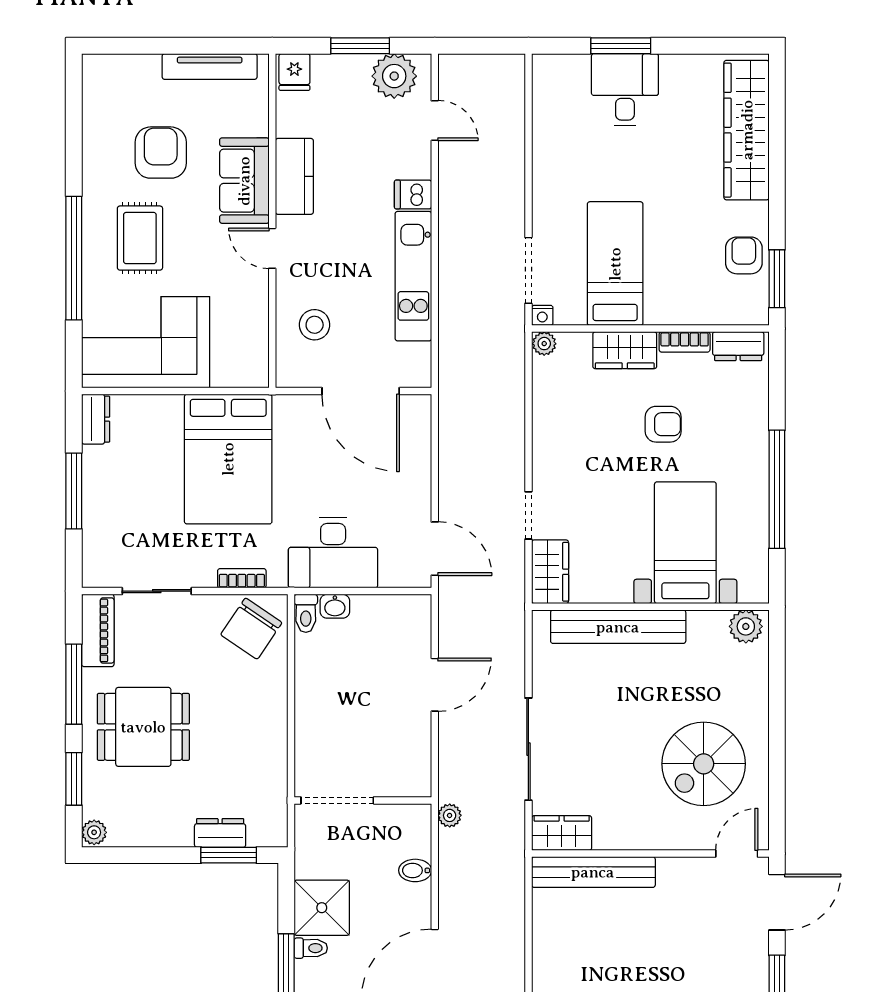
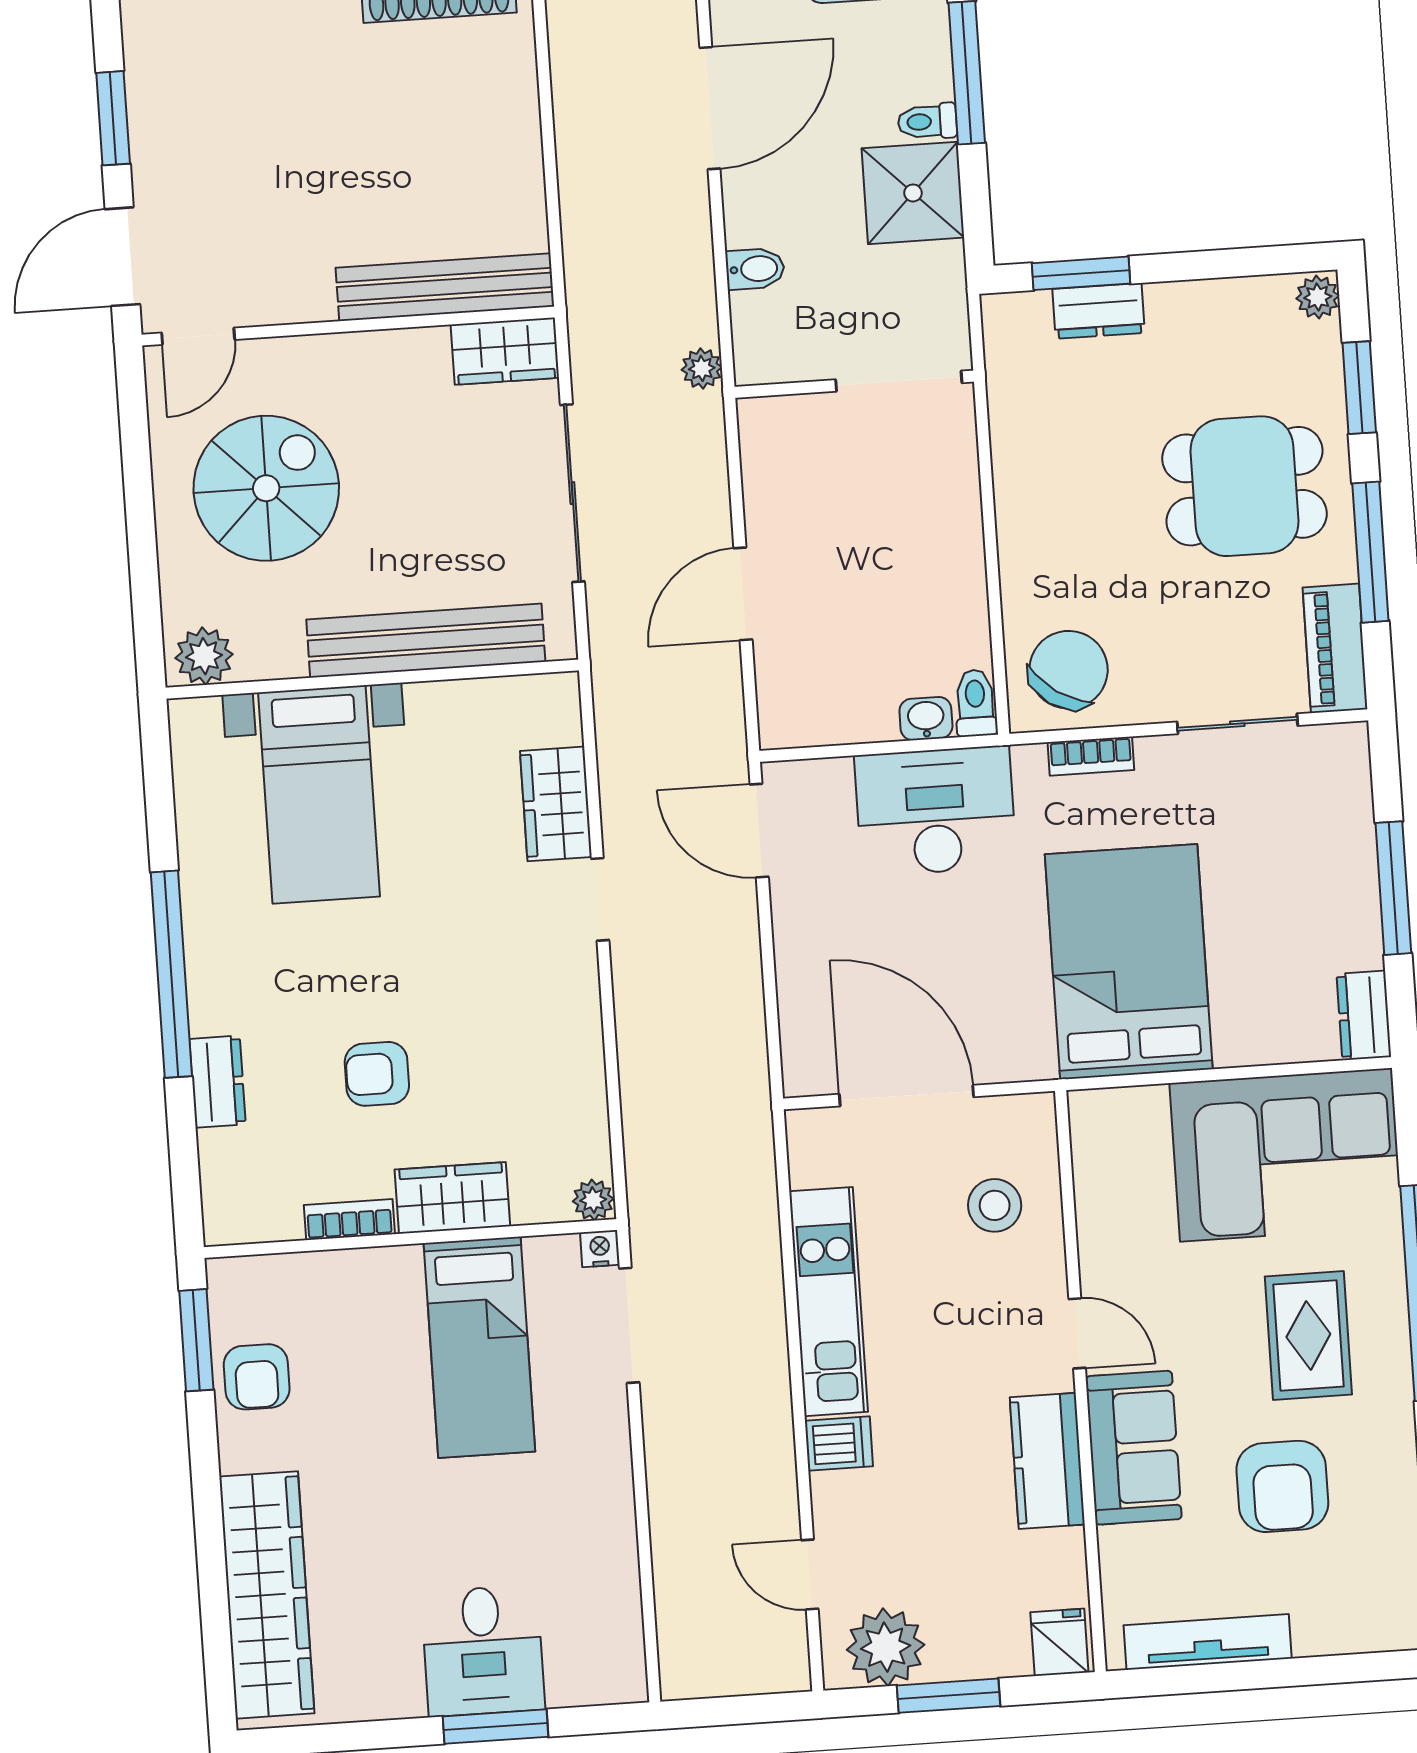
dresser: (738, 346) -> (218, 1082), moved, turned 90
bed with nightstands: (685, 543) -> (319, 794), moved
wall: (650, 607) -> (372, 679), moved
plant: (746, 626) -> (204, 656), moved
bench: (618, 627) -> (426, 641), moved

